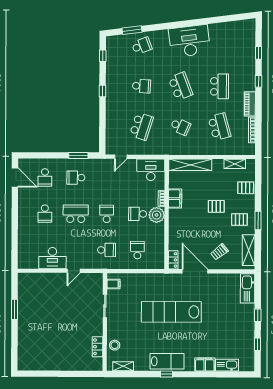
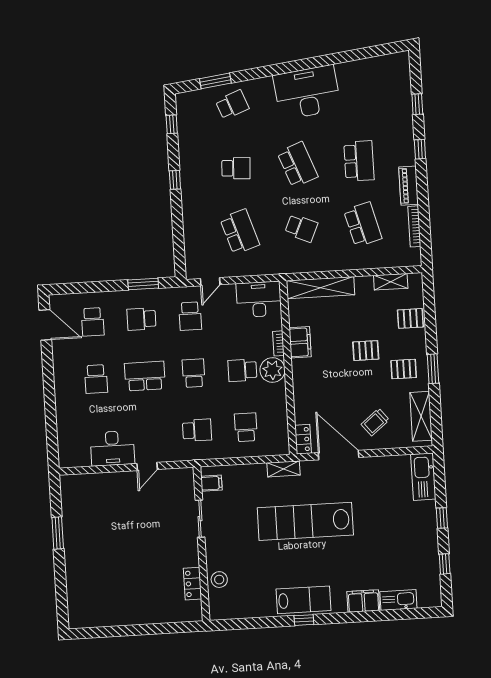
school desk: (141, 126) -> (240, 232), turned -36
school desk: (107, 178) -> (190, 316), added
shelving: (123, 366) -> (283, 469), moved

